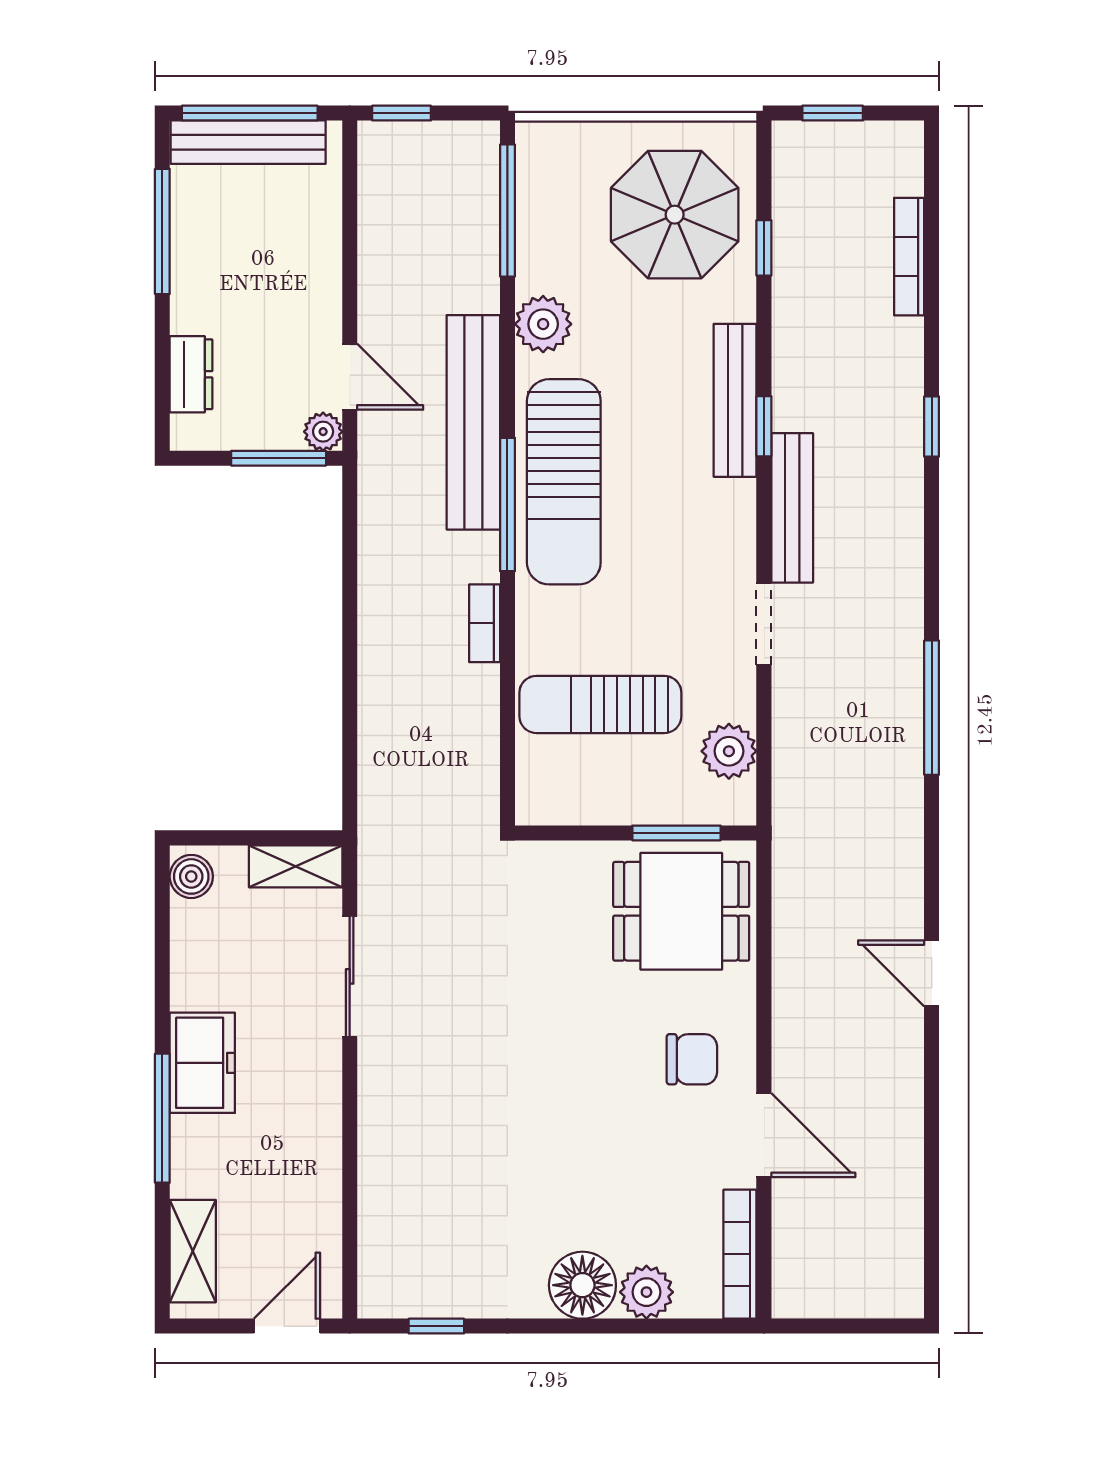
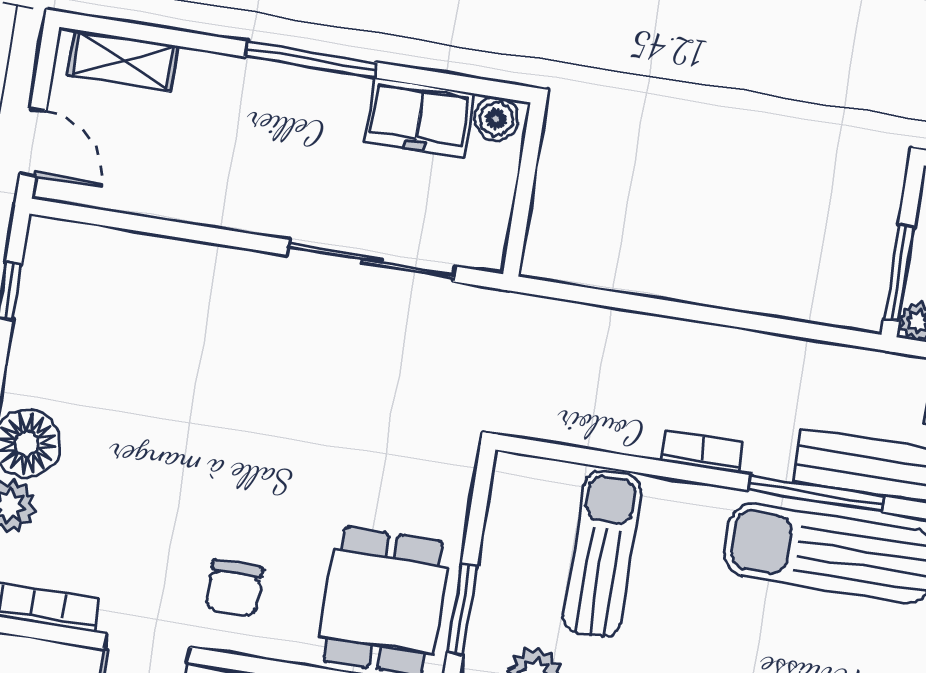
shelving: (296, 866) -> (490, 224), removed
sliding door: (350, 976) -> (371, 261), width x1.37
freezer: (202, 1063) -> (419, 118), moved
window: (162, 1118) -> (311, 60), moved

